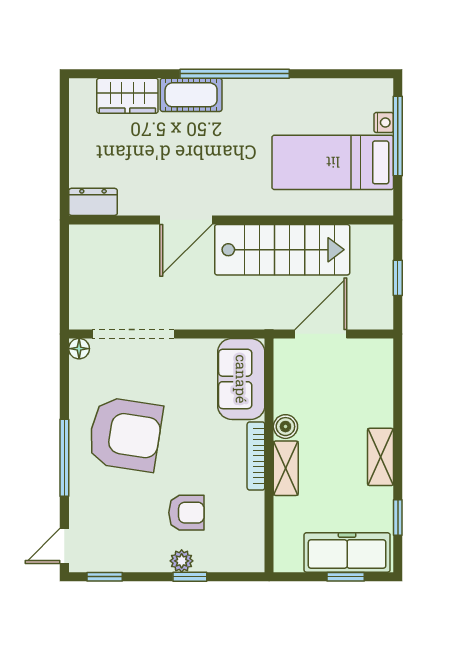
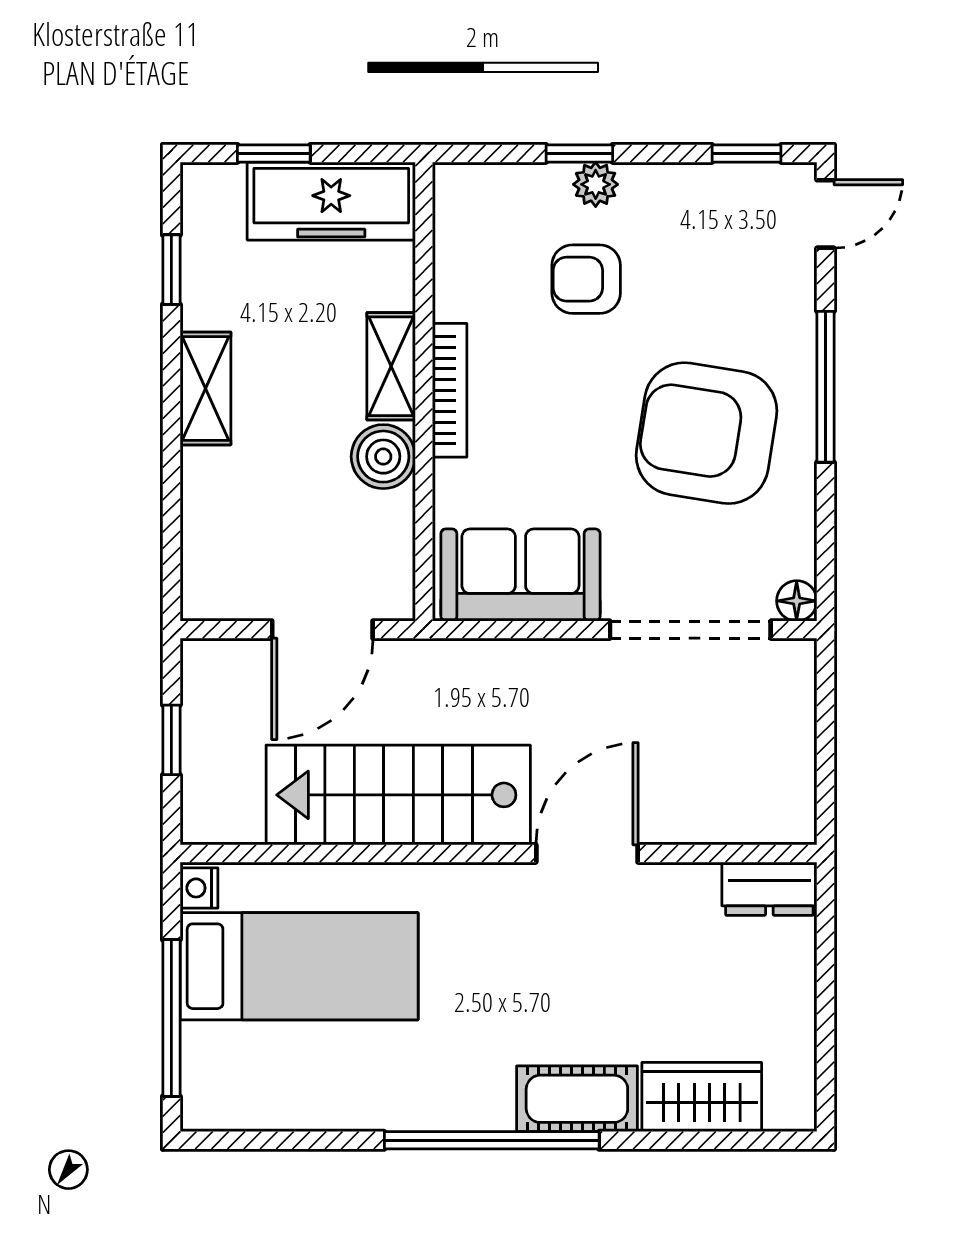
nightstand: (384, 123) -> (199, 888), moved
sofa: (241, 379) -> (520, 575), moved, turned -90
boiler: (285, 427) -> (383, 457), width x1.36, depth x1.36
freezer: (347, 552) -> (331, 201), moved

